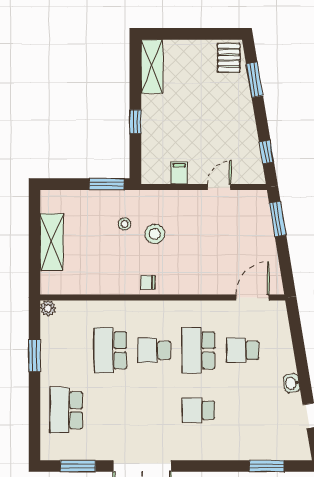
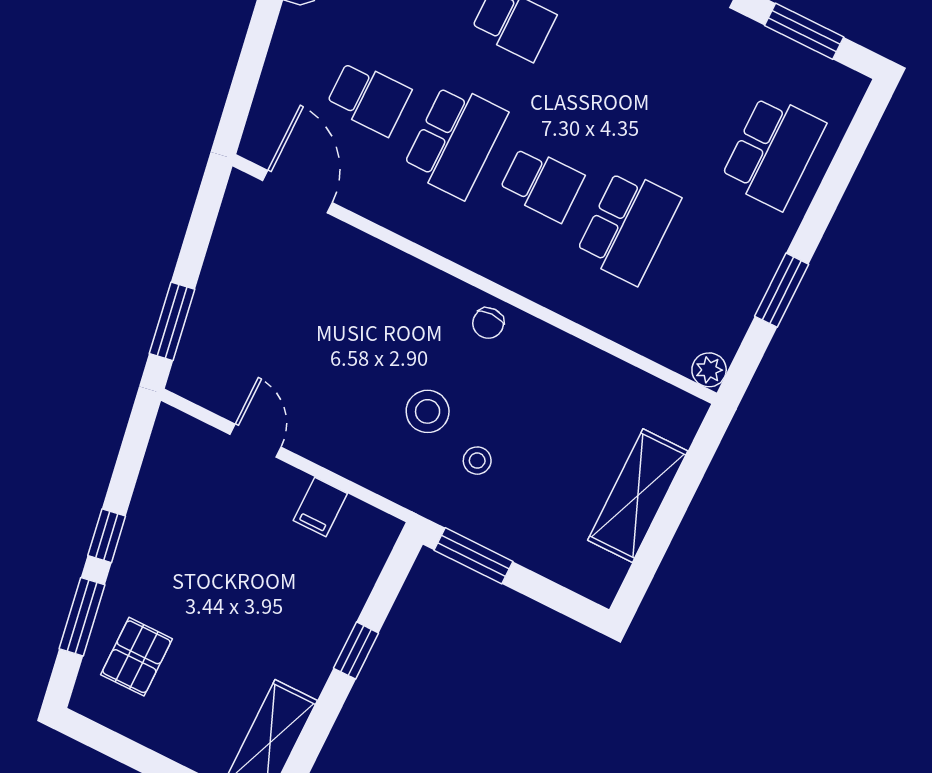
pallet: (229, 58) -> (137, 657), moved
window: (266, 152) -> (107, 536), moved
door: (219, 187) -> (256, 441), swing flipped
chair: (148, 282) -> (488, 323), turned 90
door: (253, 297) -> (298, 192), swing flipped

